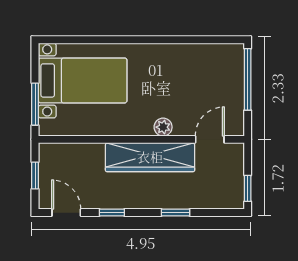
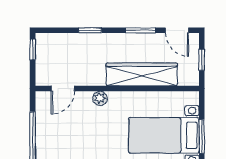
window: (35, 104) -> (202, 136), moved
wardrobe: (150, 157) -> (142, 74), moved
window: (112, 213) -> (141, 30), width x1.50

